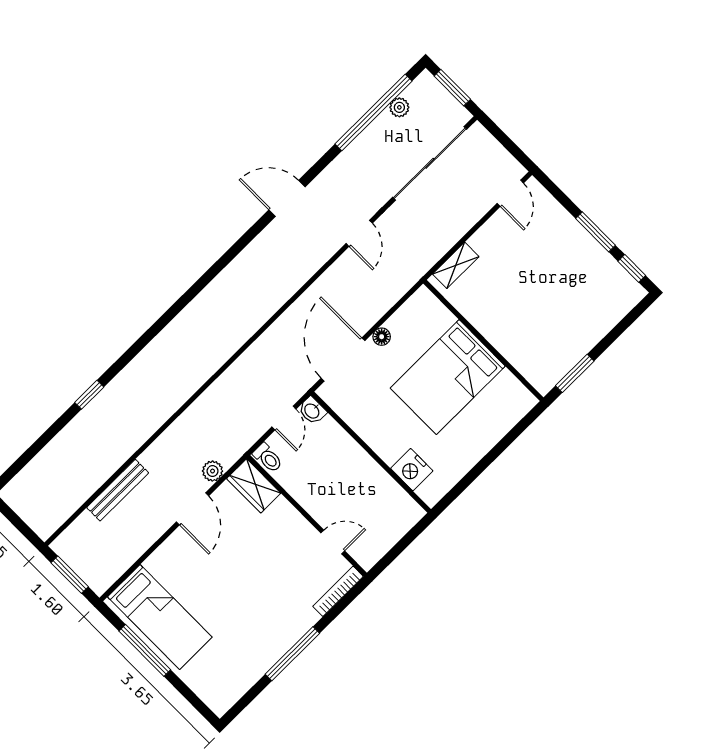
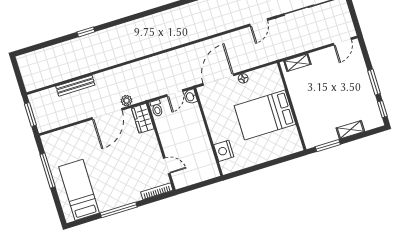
shelving: (598, 329) -> (350, 130), added
door: (193, 509) -> (107, 114), width x1.36
bed: (160, 617) -> (79, 190), moved, turned 180

